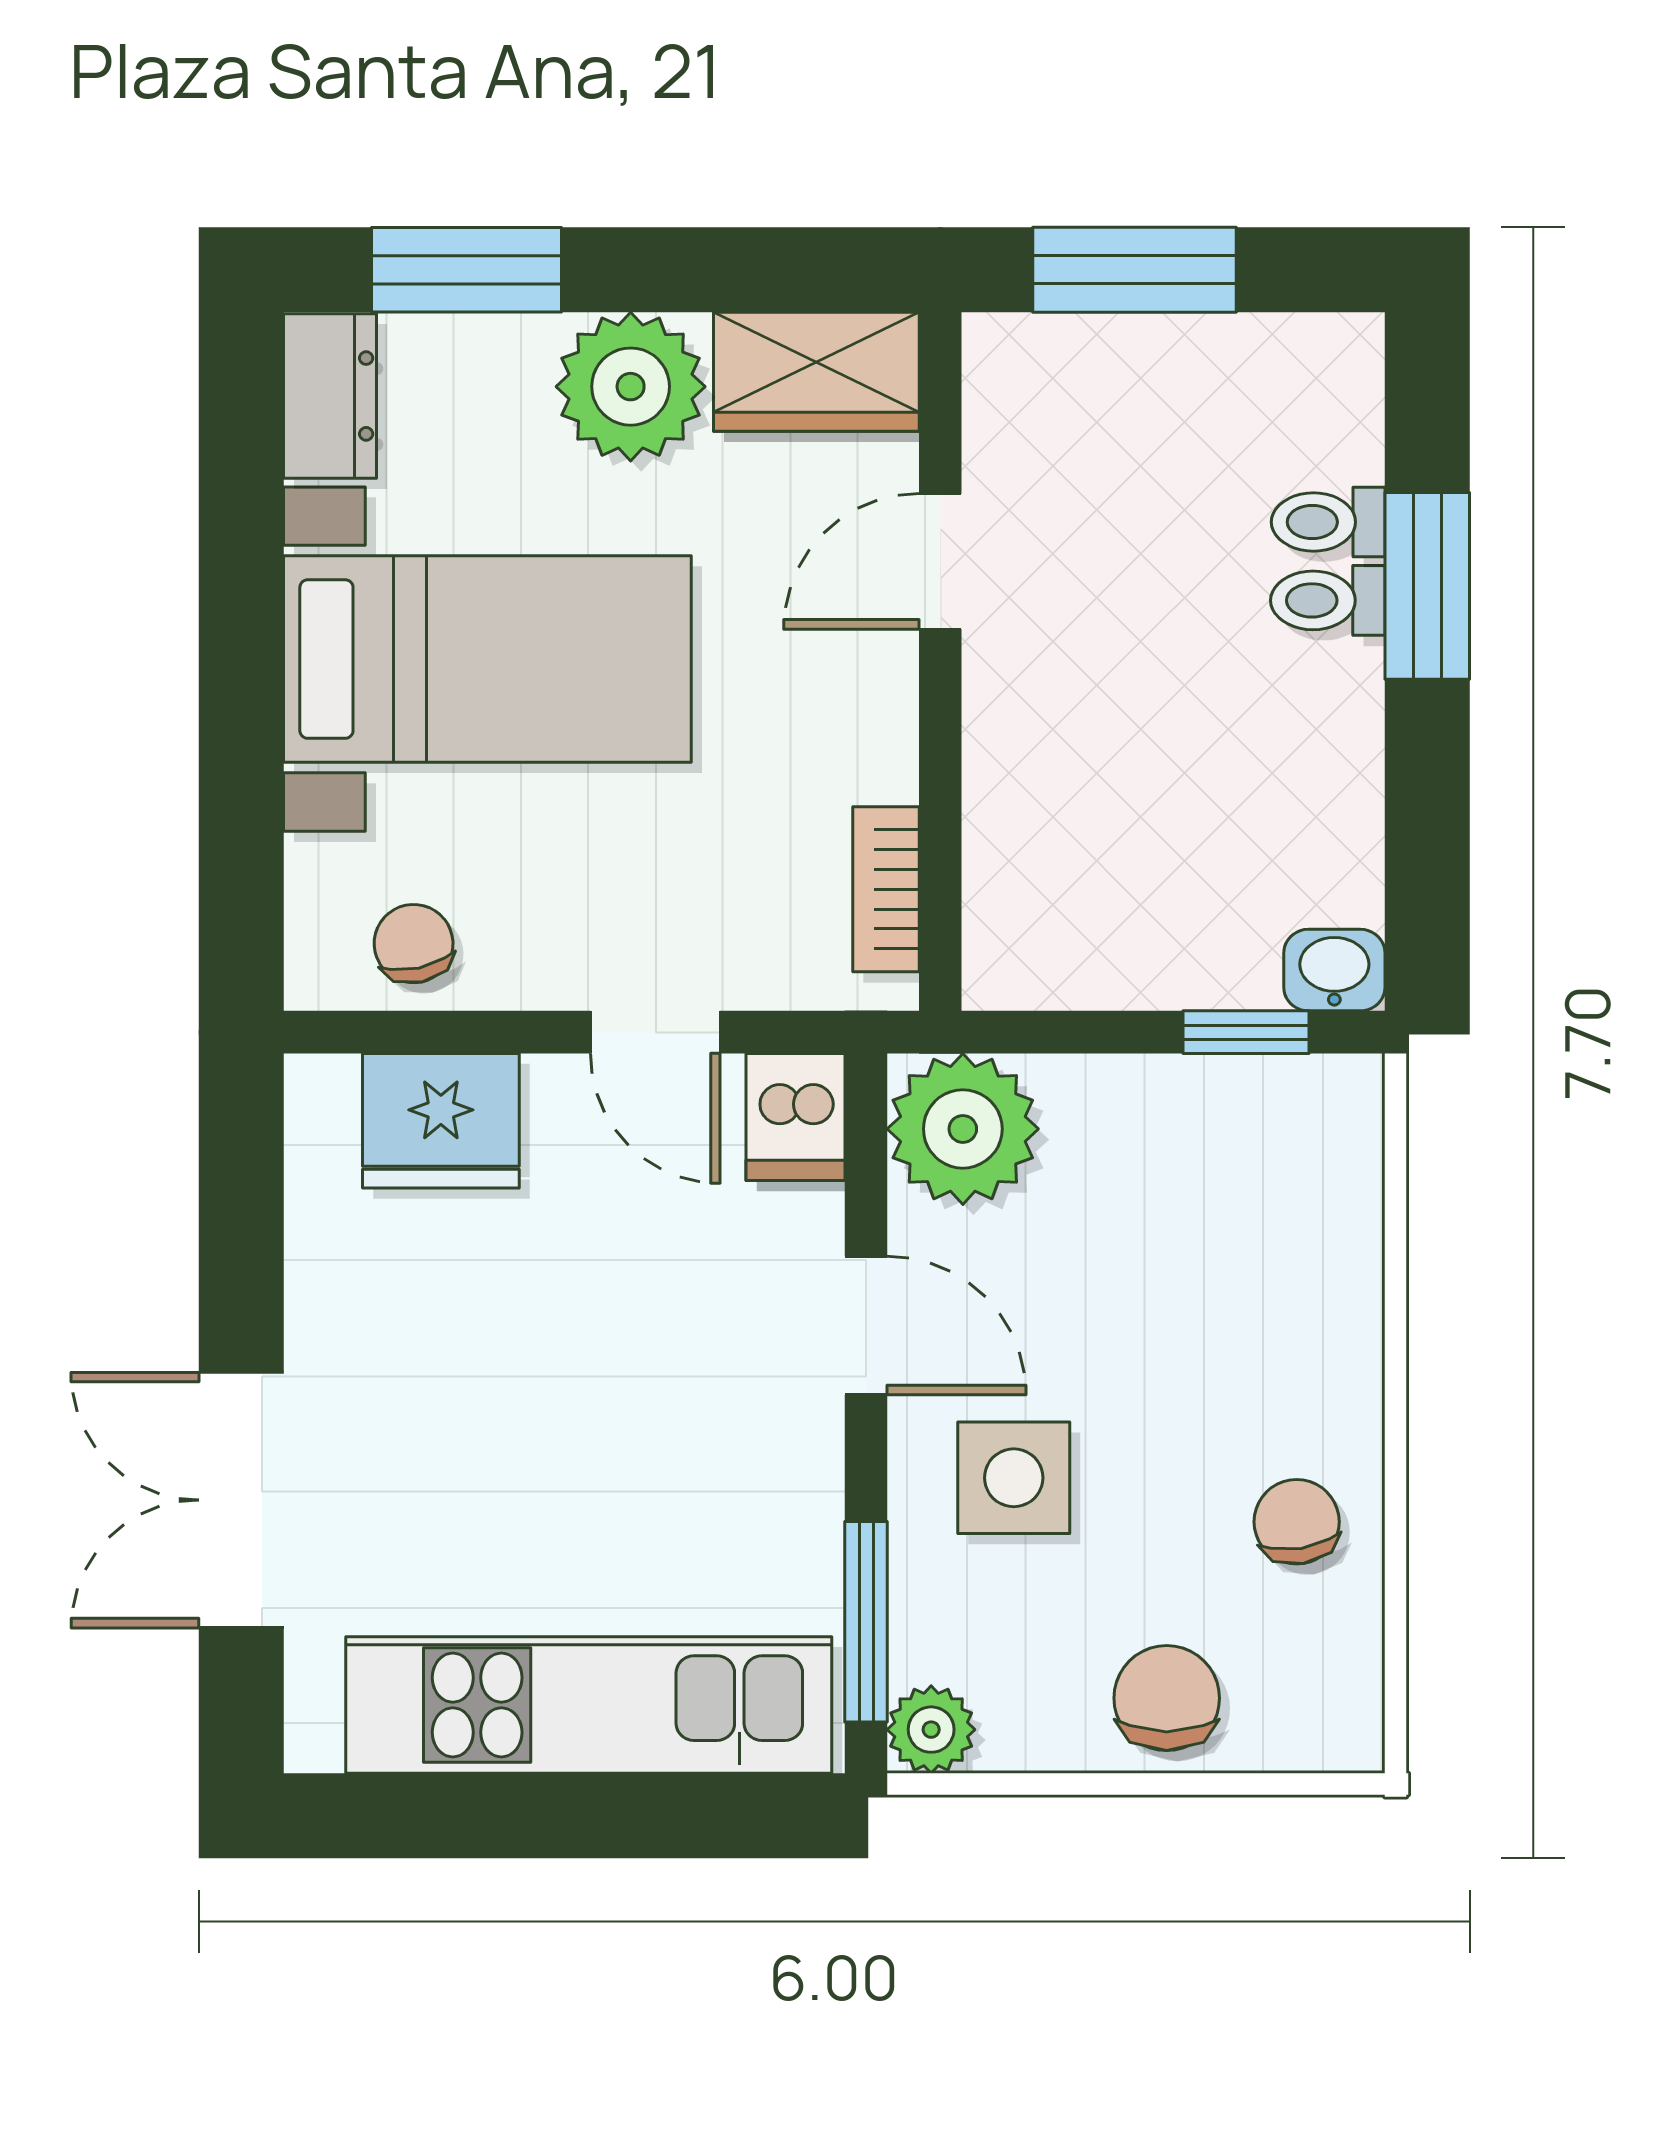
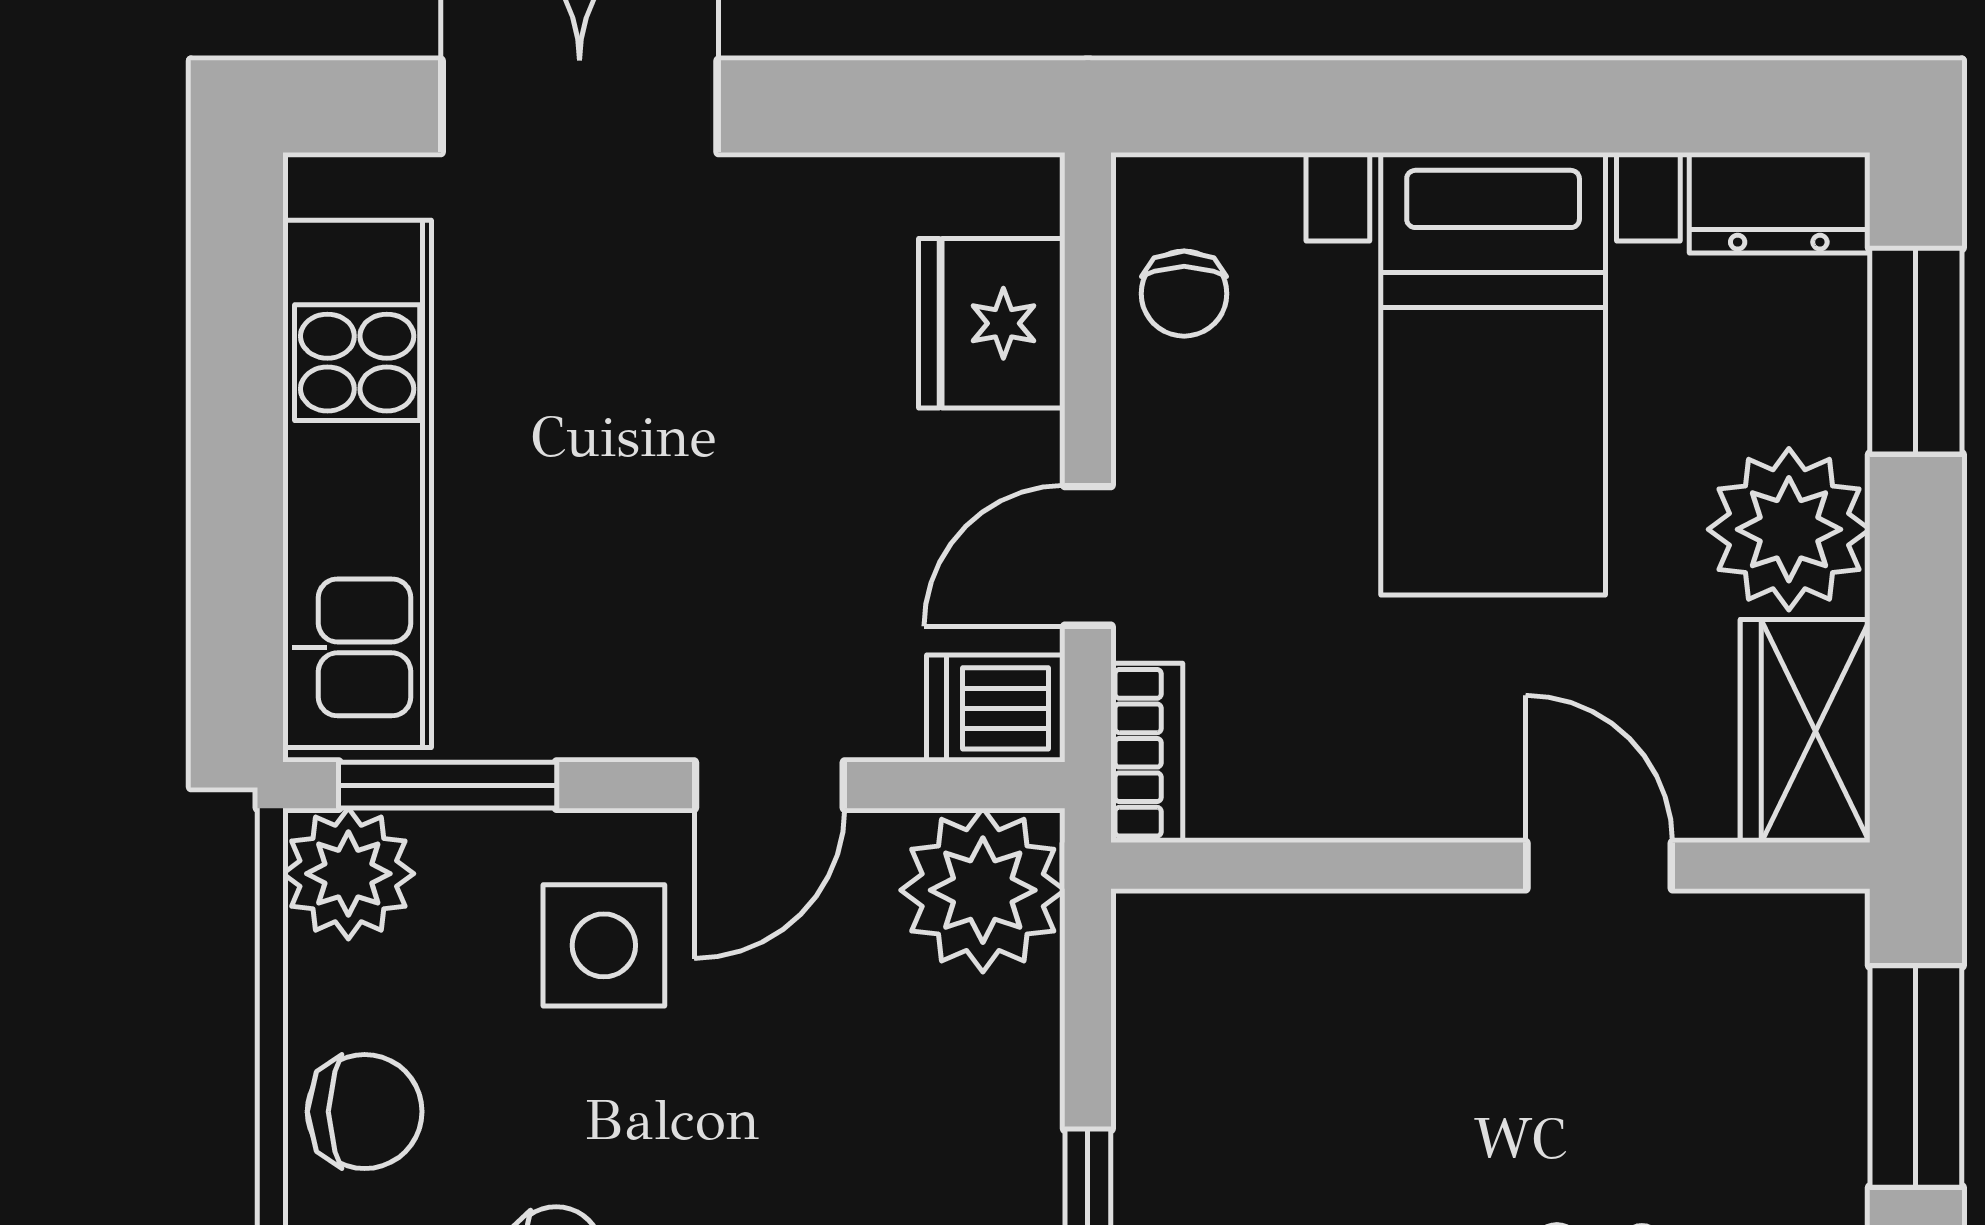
bookcase: (886, 889) -> (1147, 753), moved, turned 90
chair: (414, 944) -> (1184, 294), turned 102
plant: (931, 1730) -> (348, 874), width x1.38, depth x1.38

